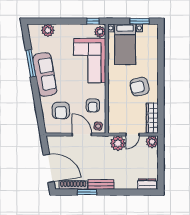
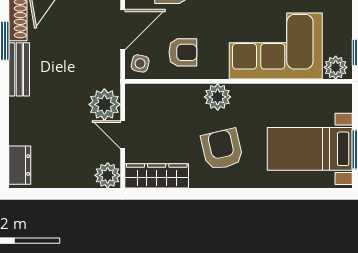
bed with nightstands: (125, 44) -> (310, 149), moved
plant: (114, 89) -> (218, 97), added
armchair: (93, 105) -> (183, 52), turned 180

